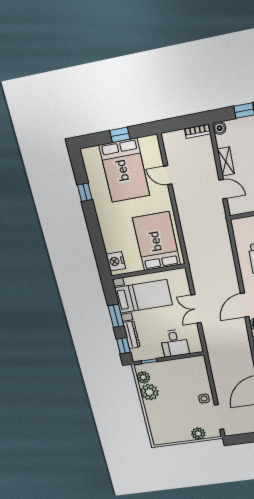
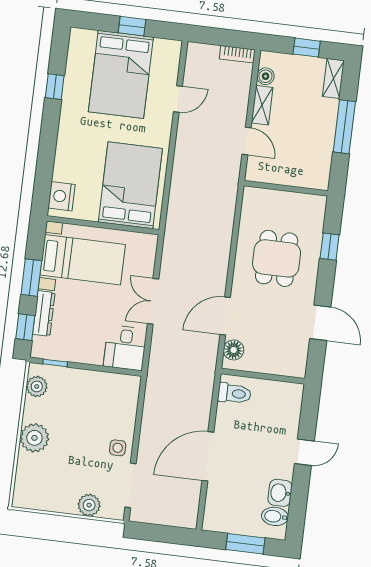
boiler: (220, 128) -> (266, 76), moved
door: (168, 175) -> (178, 99), swing flipped
desk: (174, 343) -> (125, 348), moved
plant: (149, 392) -> (34, 438), moved

